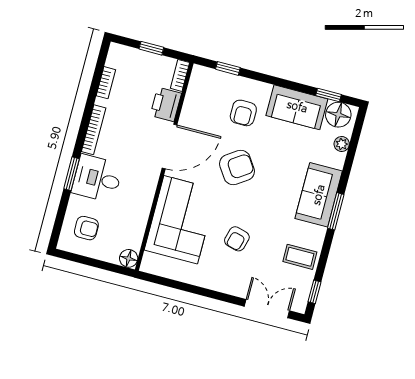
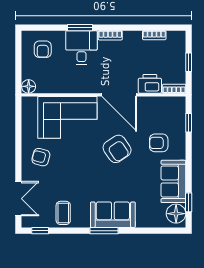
bookcase: (94, 130) -> (110, 35), width x0.64
plant: (342, 144) -> (155, 222), removed
armchair: (237, 239) -> (41, 157), moved

